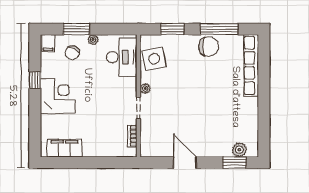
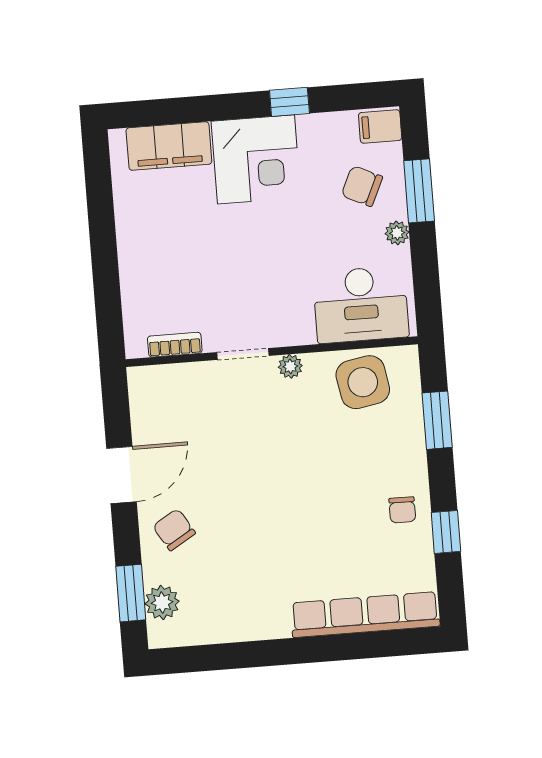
window: (219, 29) -> (446, 532), width x0.46
chair: (209, 47) -> (402, 510), width x0.54, depth x0.54
chair: (209, 142) -> (174, 530), added
filing cabinet: (64, 148) -> (169, 146), moved, turned 90

